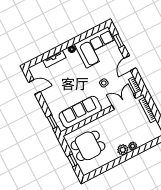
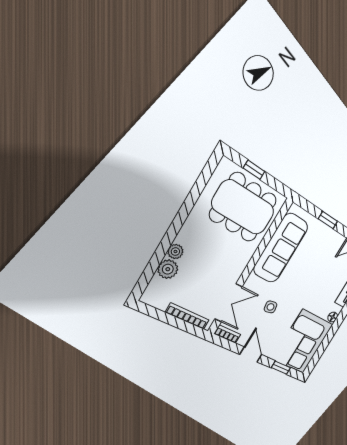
window: (52, 122) -> (328, 220), moved
dining table: (88, 146) -> (243, 207), width x1.37
plant: (123, 150) -> (168, 269), moved

